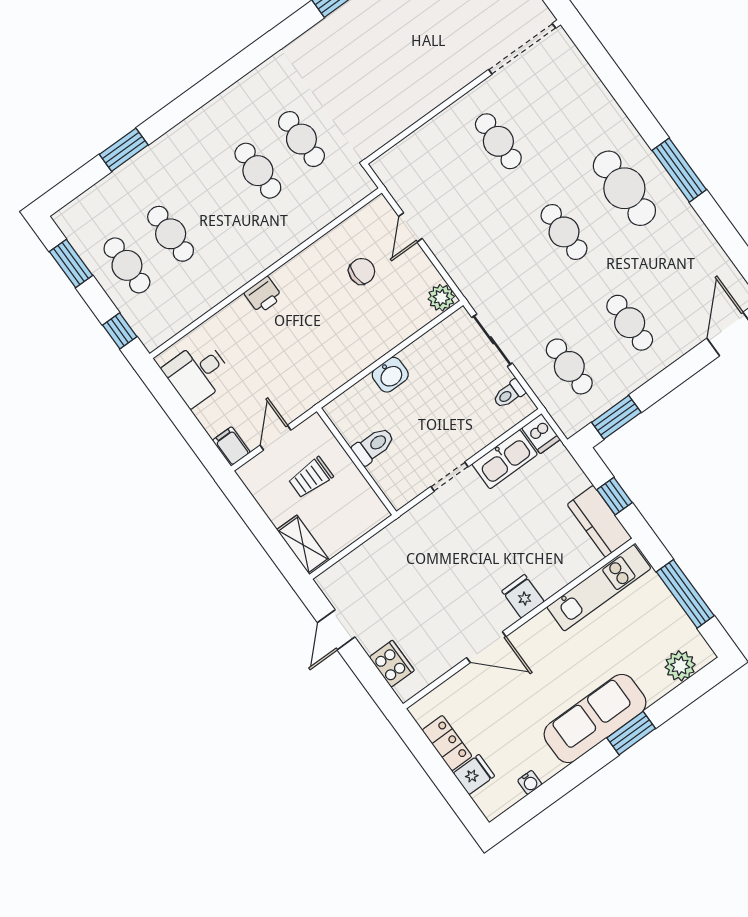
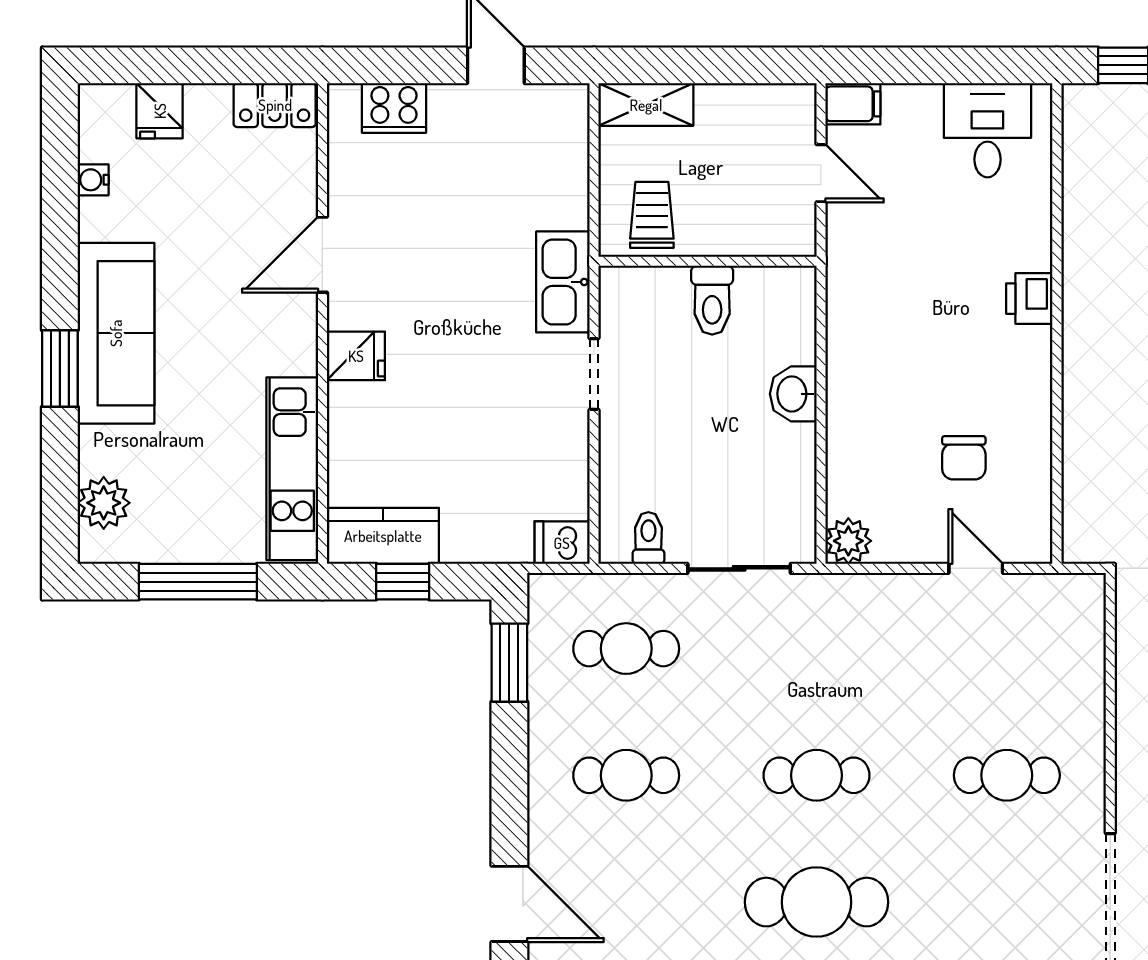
kitchen sink: (505, 459) -> (563, 282), moved
trolley: (311, 478) -> (652, 215), moved
locker: (447, 743) -> (275, 105), moved

